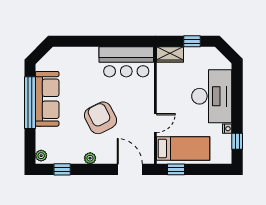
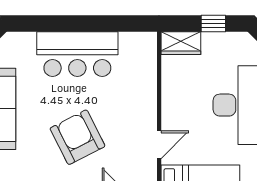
bar counter: (126, 62) -> (77, 54), moved

